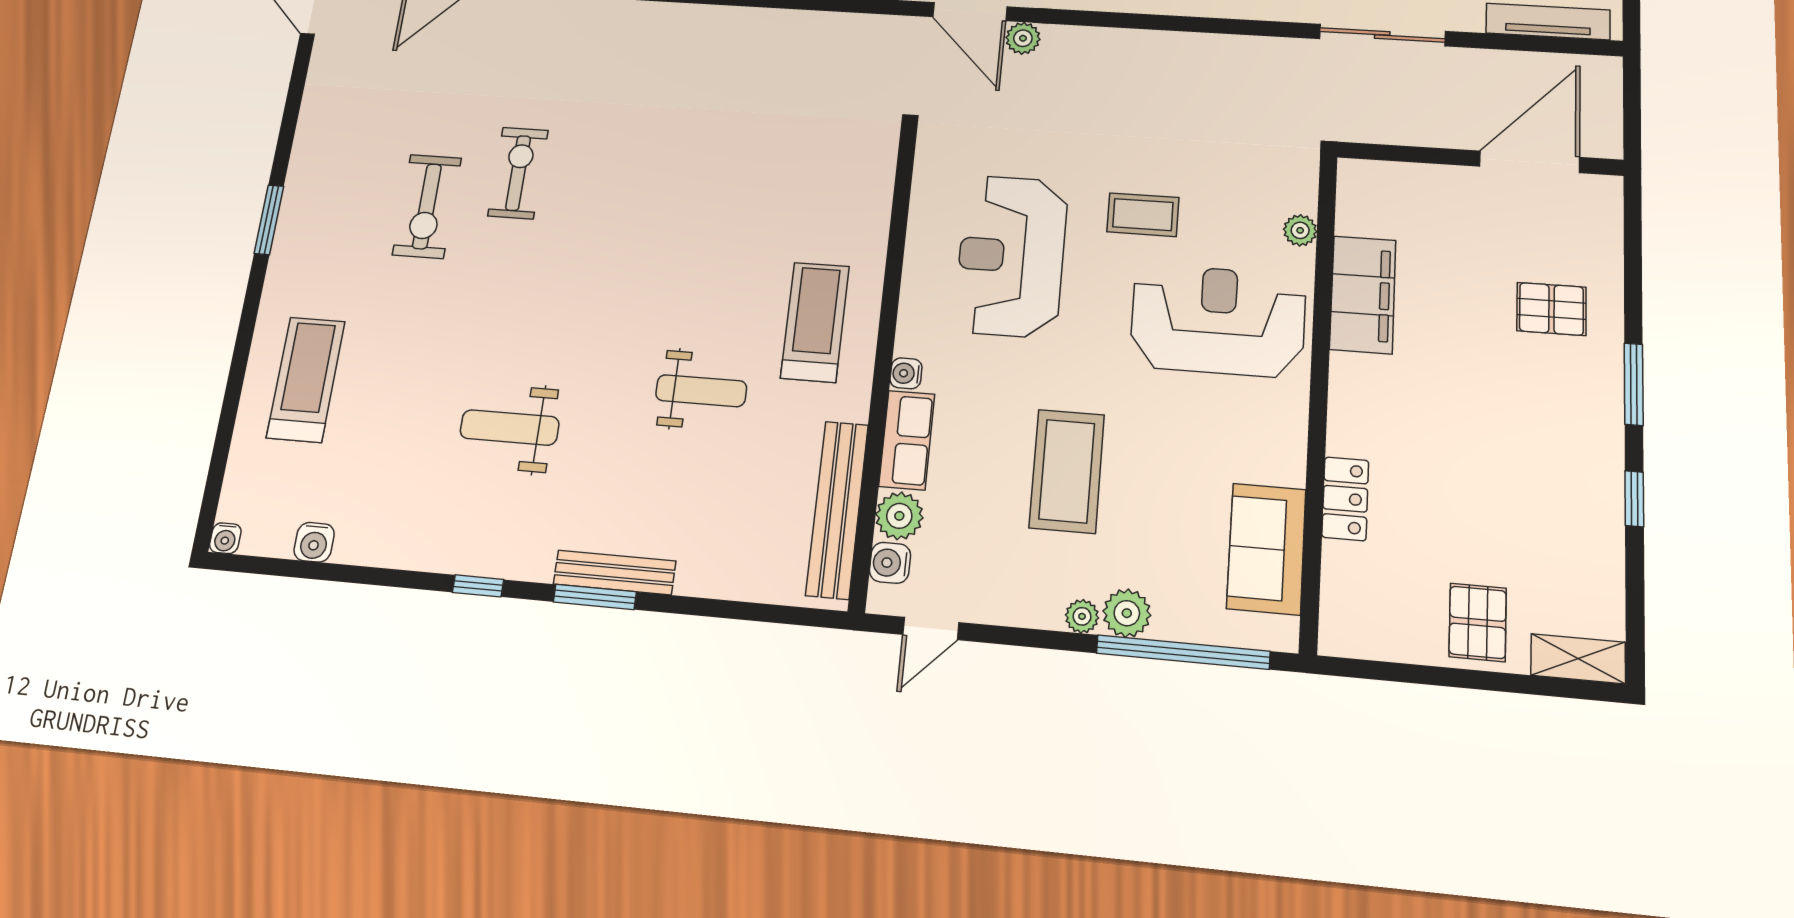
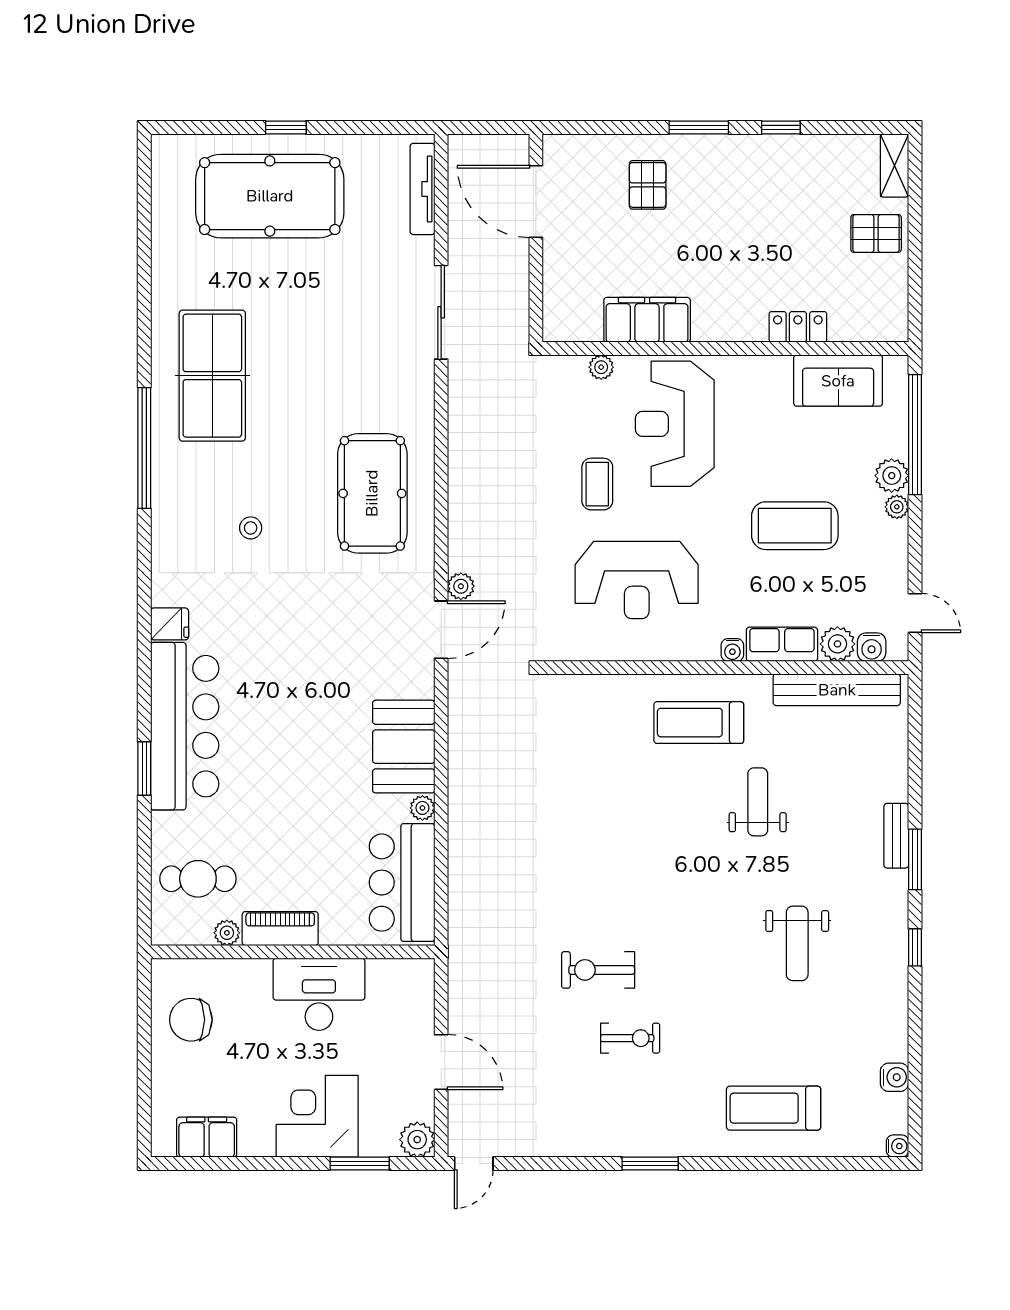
exercise bike: (427, 206) -> (630, 1038), width x0.73, depth x0.72
bench: (615, 572) -> (896, 836), width x0.73

